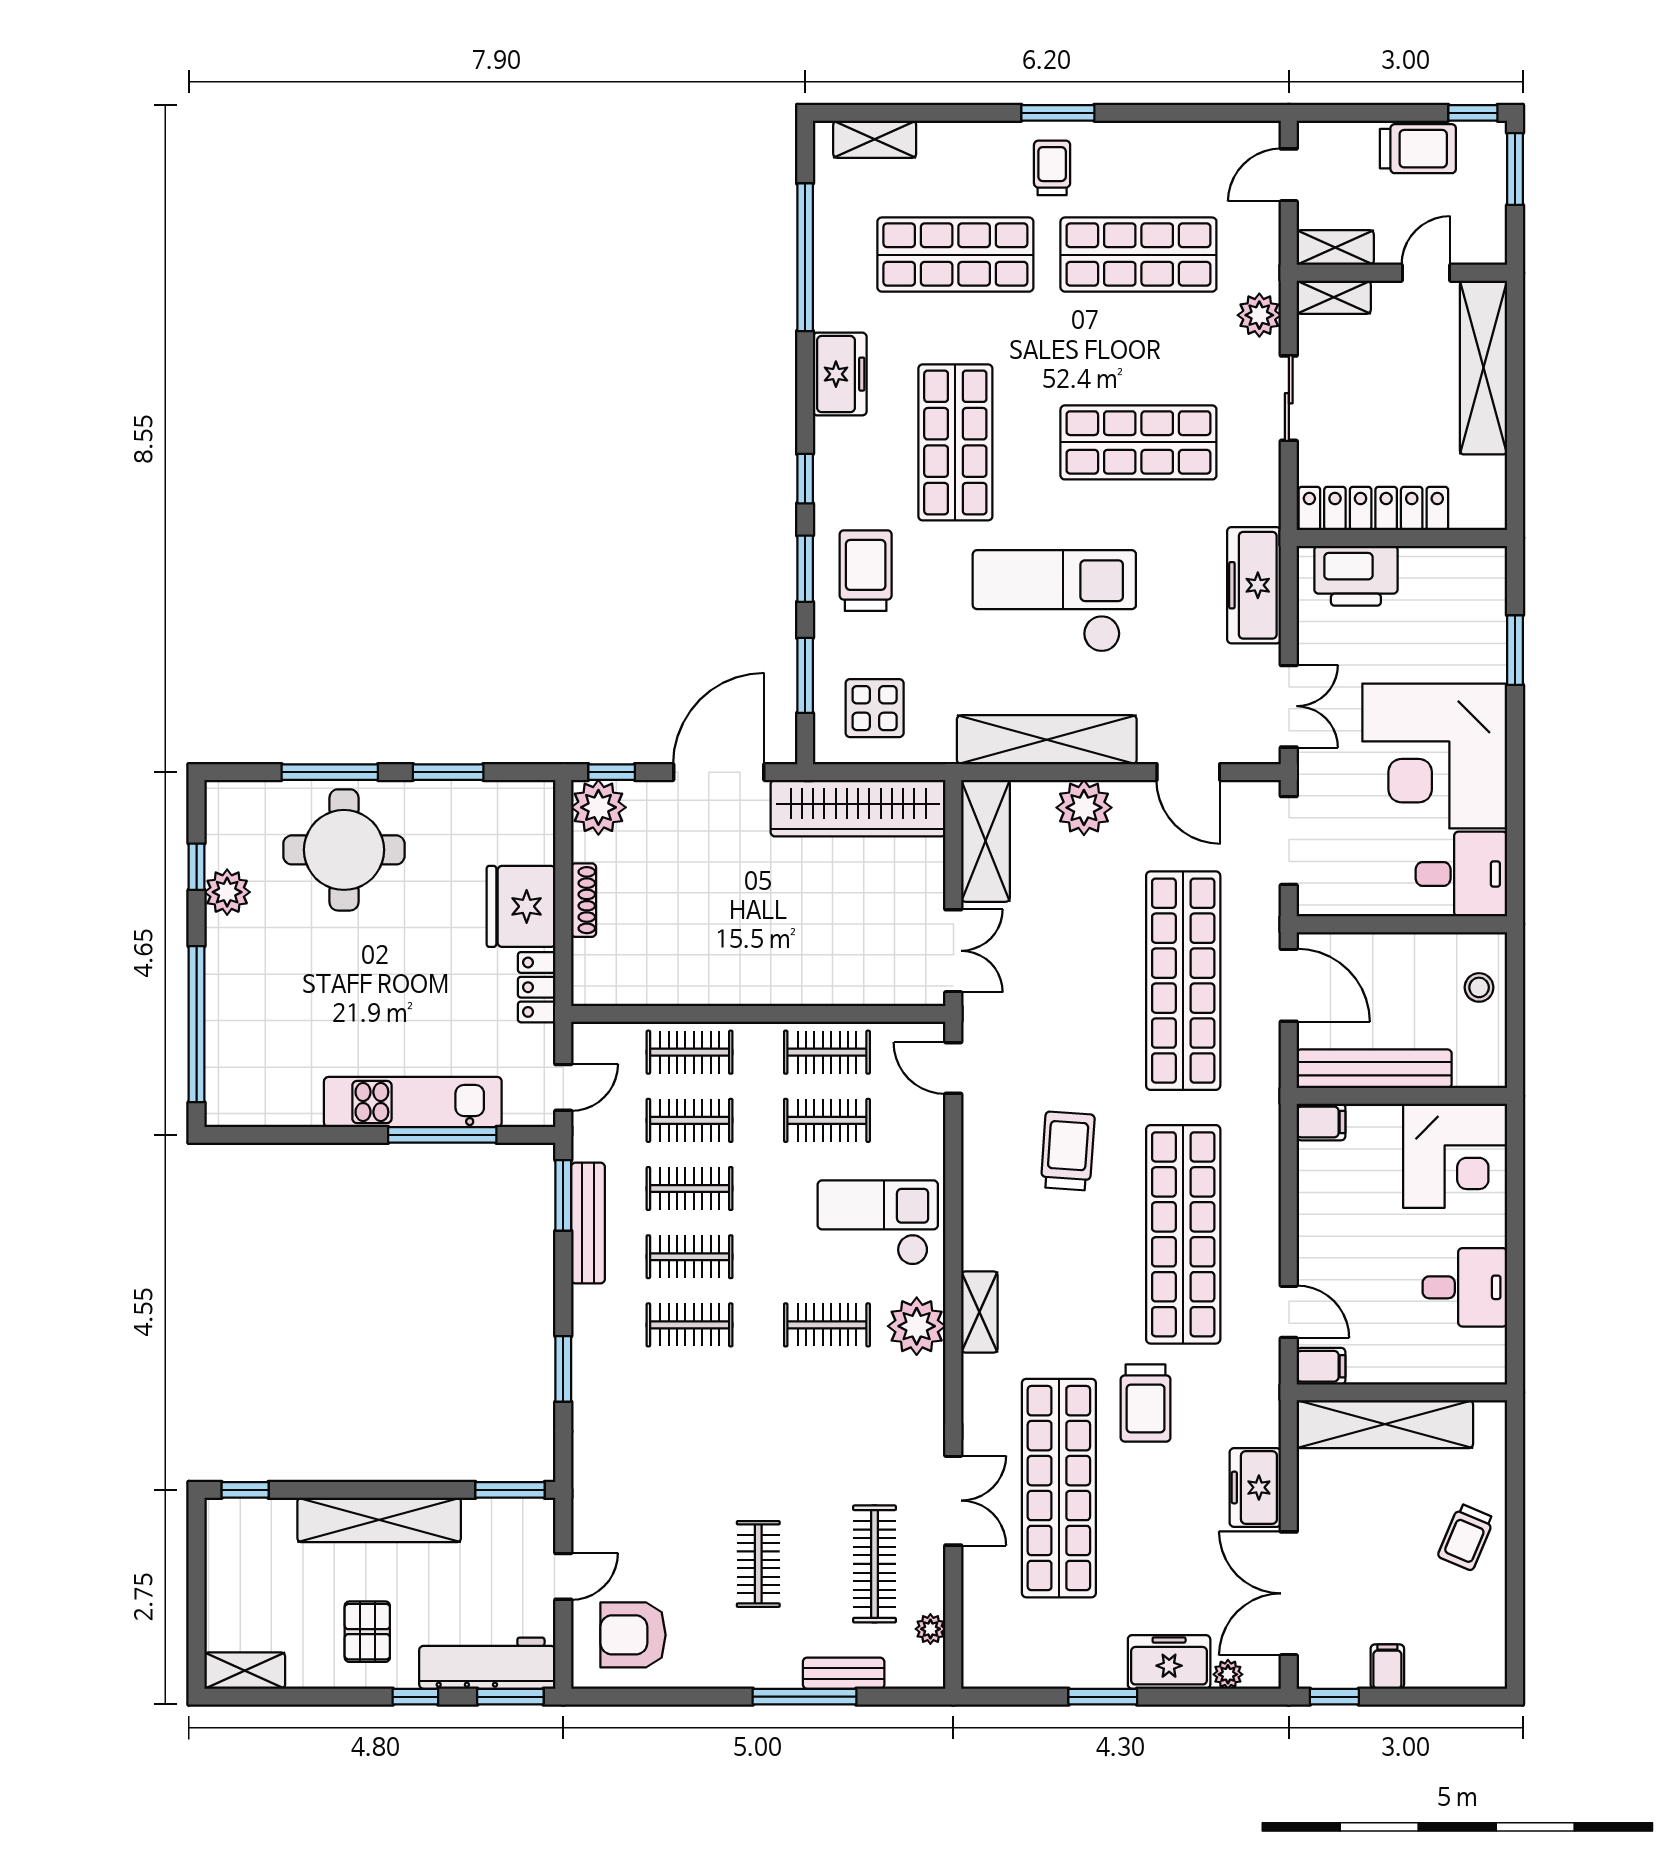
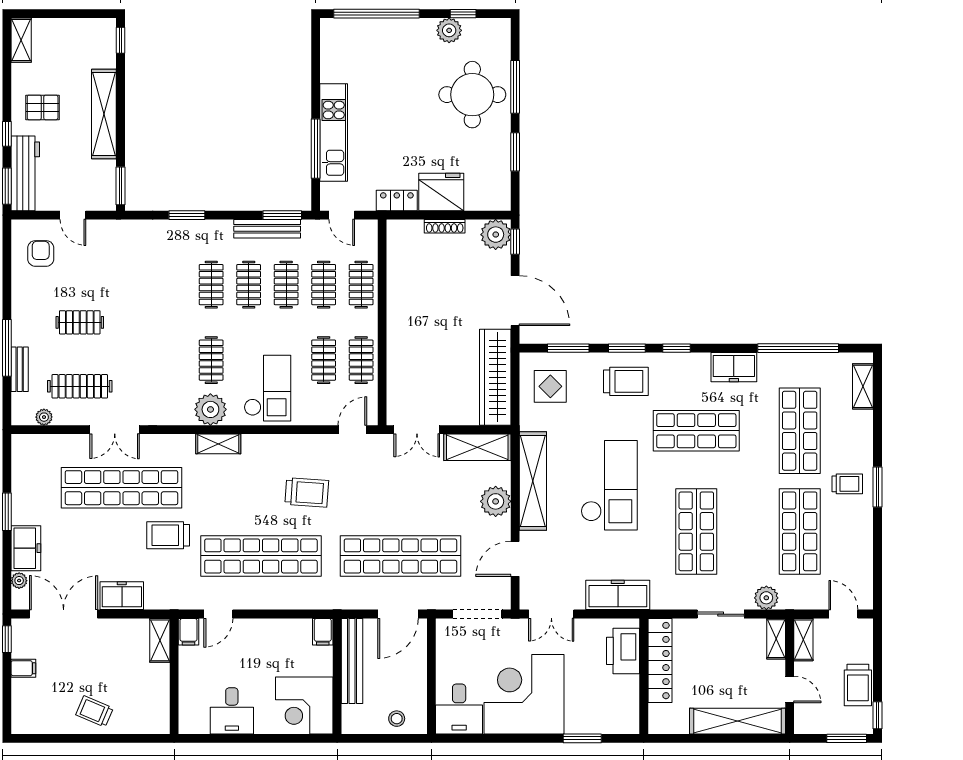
shelving: (1385, 1424) -> (160, 640), width x0.45, depth x0.75
armchair: (633, 1635) -> (41, 253), width x0.72, depth x0.72

